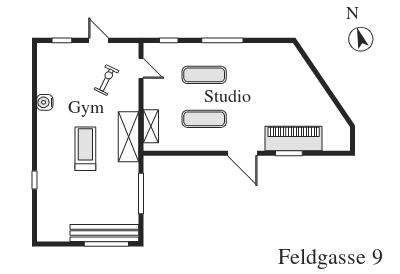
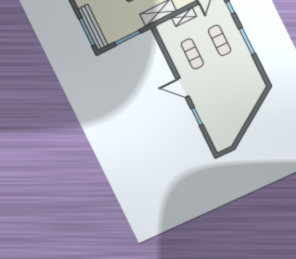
shelving: (151, 126) -> (184, 17), moved
piano: (294, 139) -> (207, 115), removed
door: (242, 153) -> (183, 88), hinge flipped

